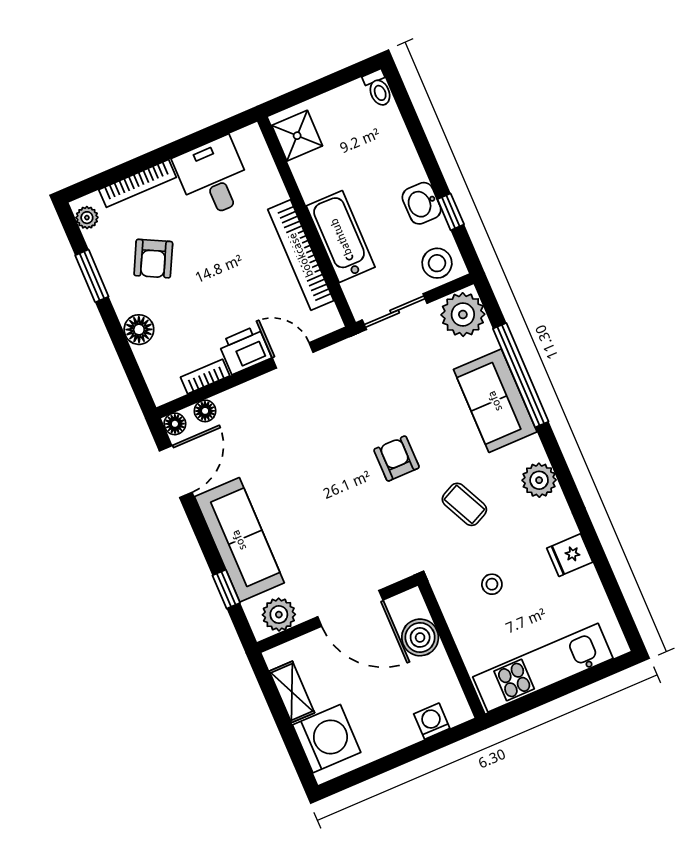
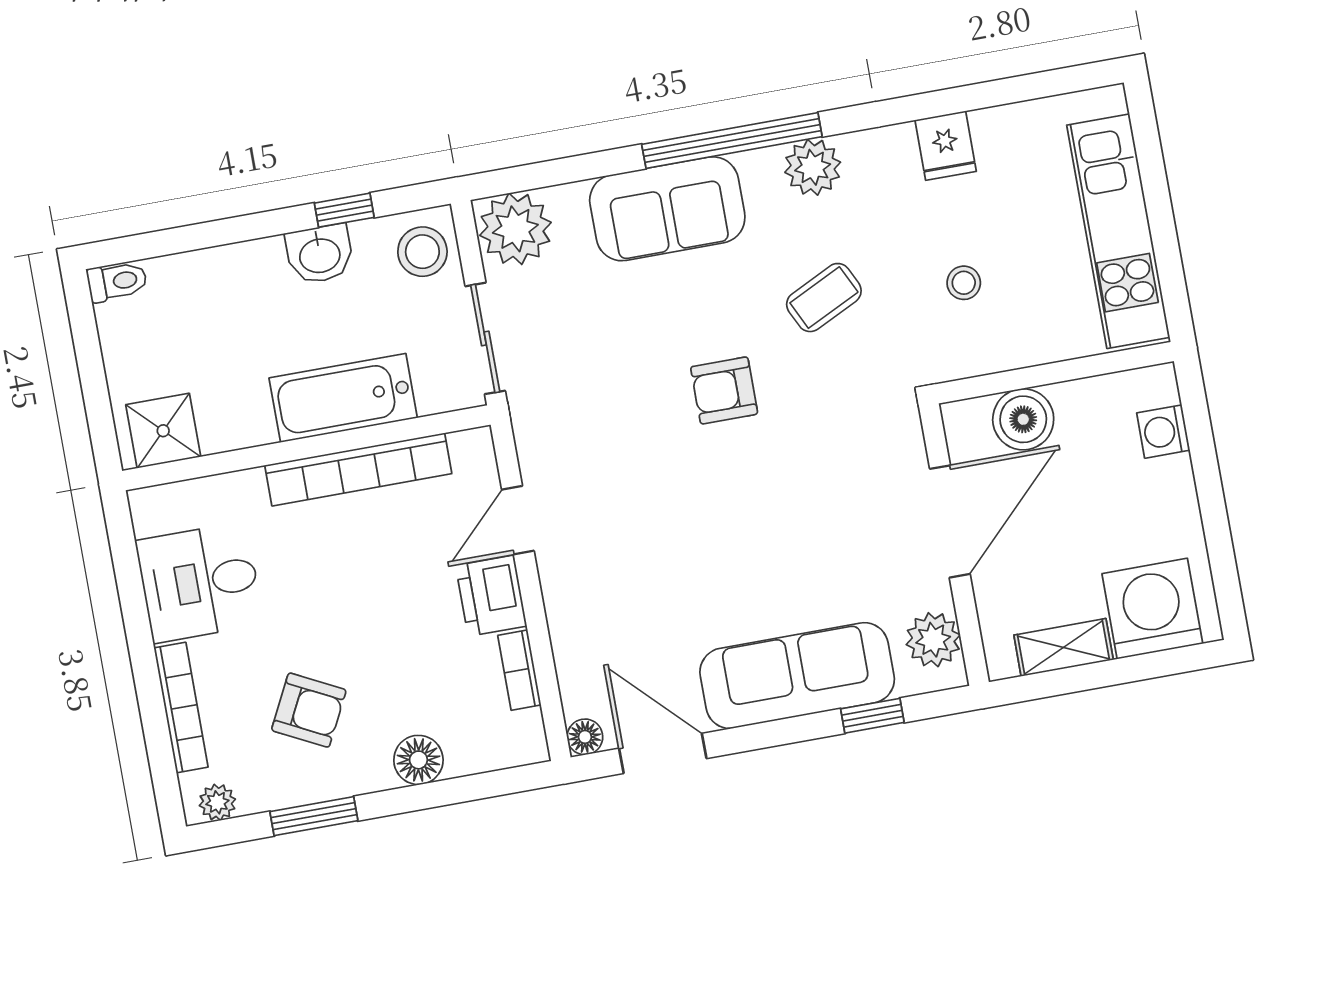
window: (521, 375) -> (732, 140), moved
floor lamp: (205, 411) -> (575, 683), removed

